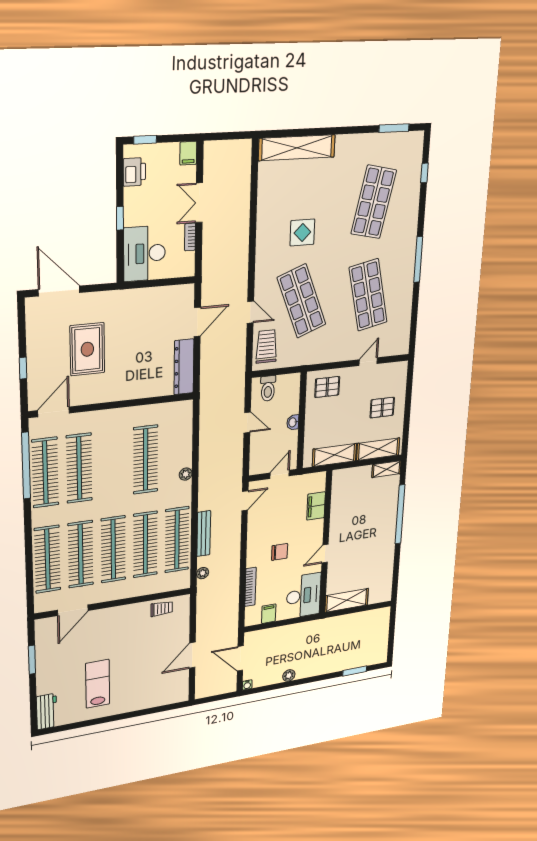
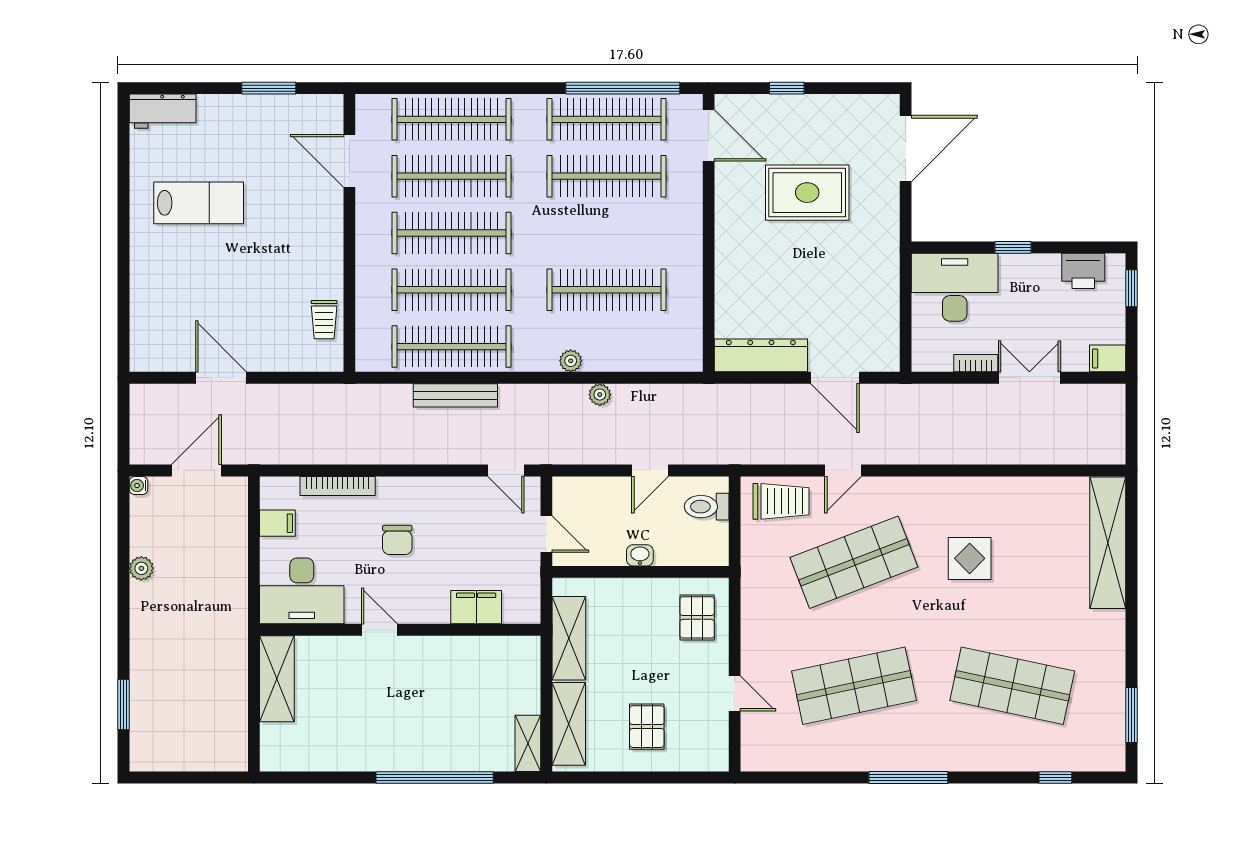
plant: (203, 573) -> (600, 395), moved

